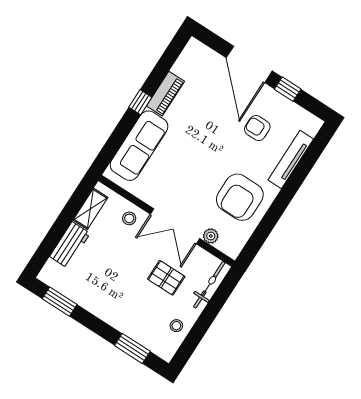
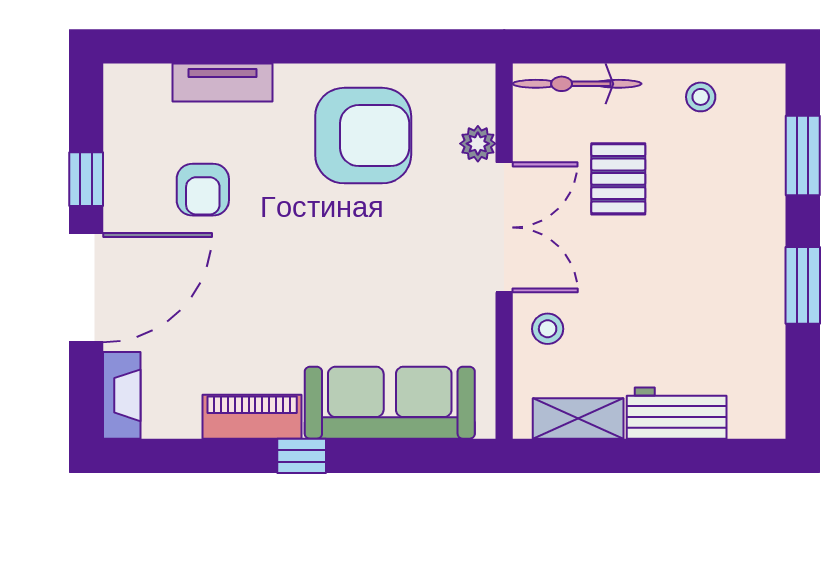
fireplace: (203, 52) -> (122, 395), added
tv unit: (291, 160) -> (223, 82), width x0.71
window: (60, 302) -> (803, 285), moved

